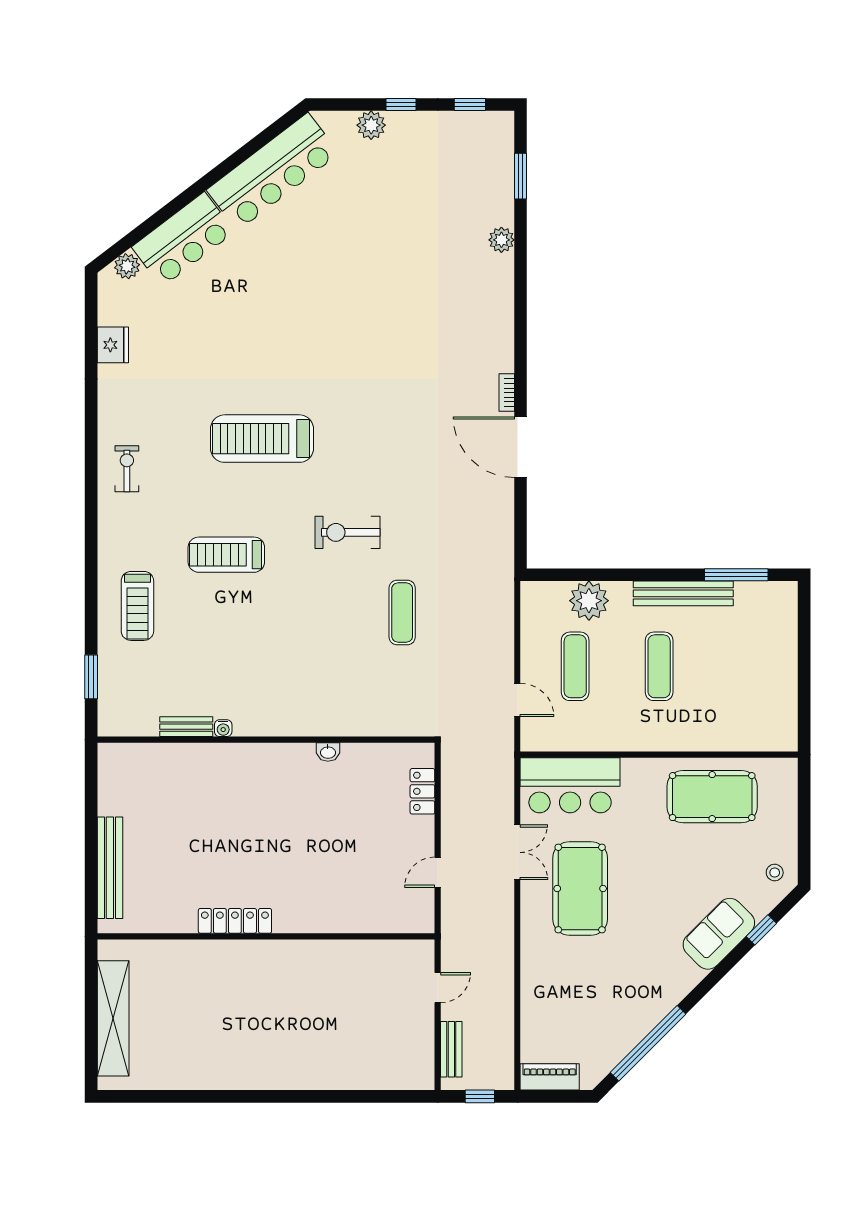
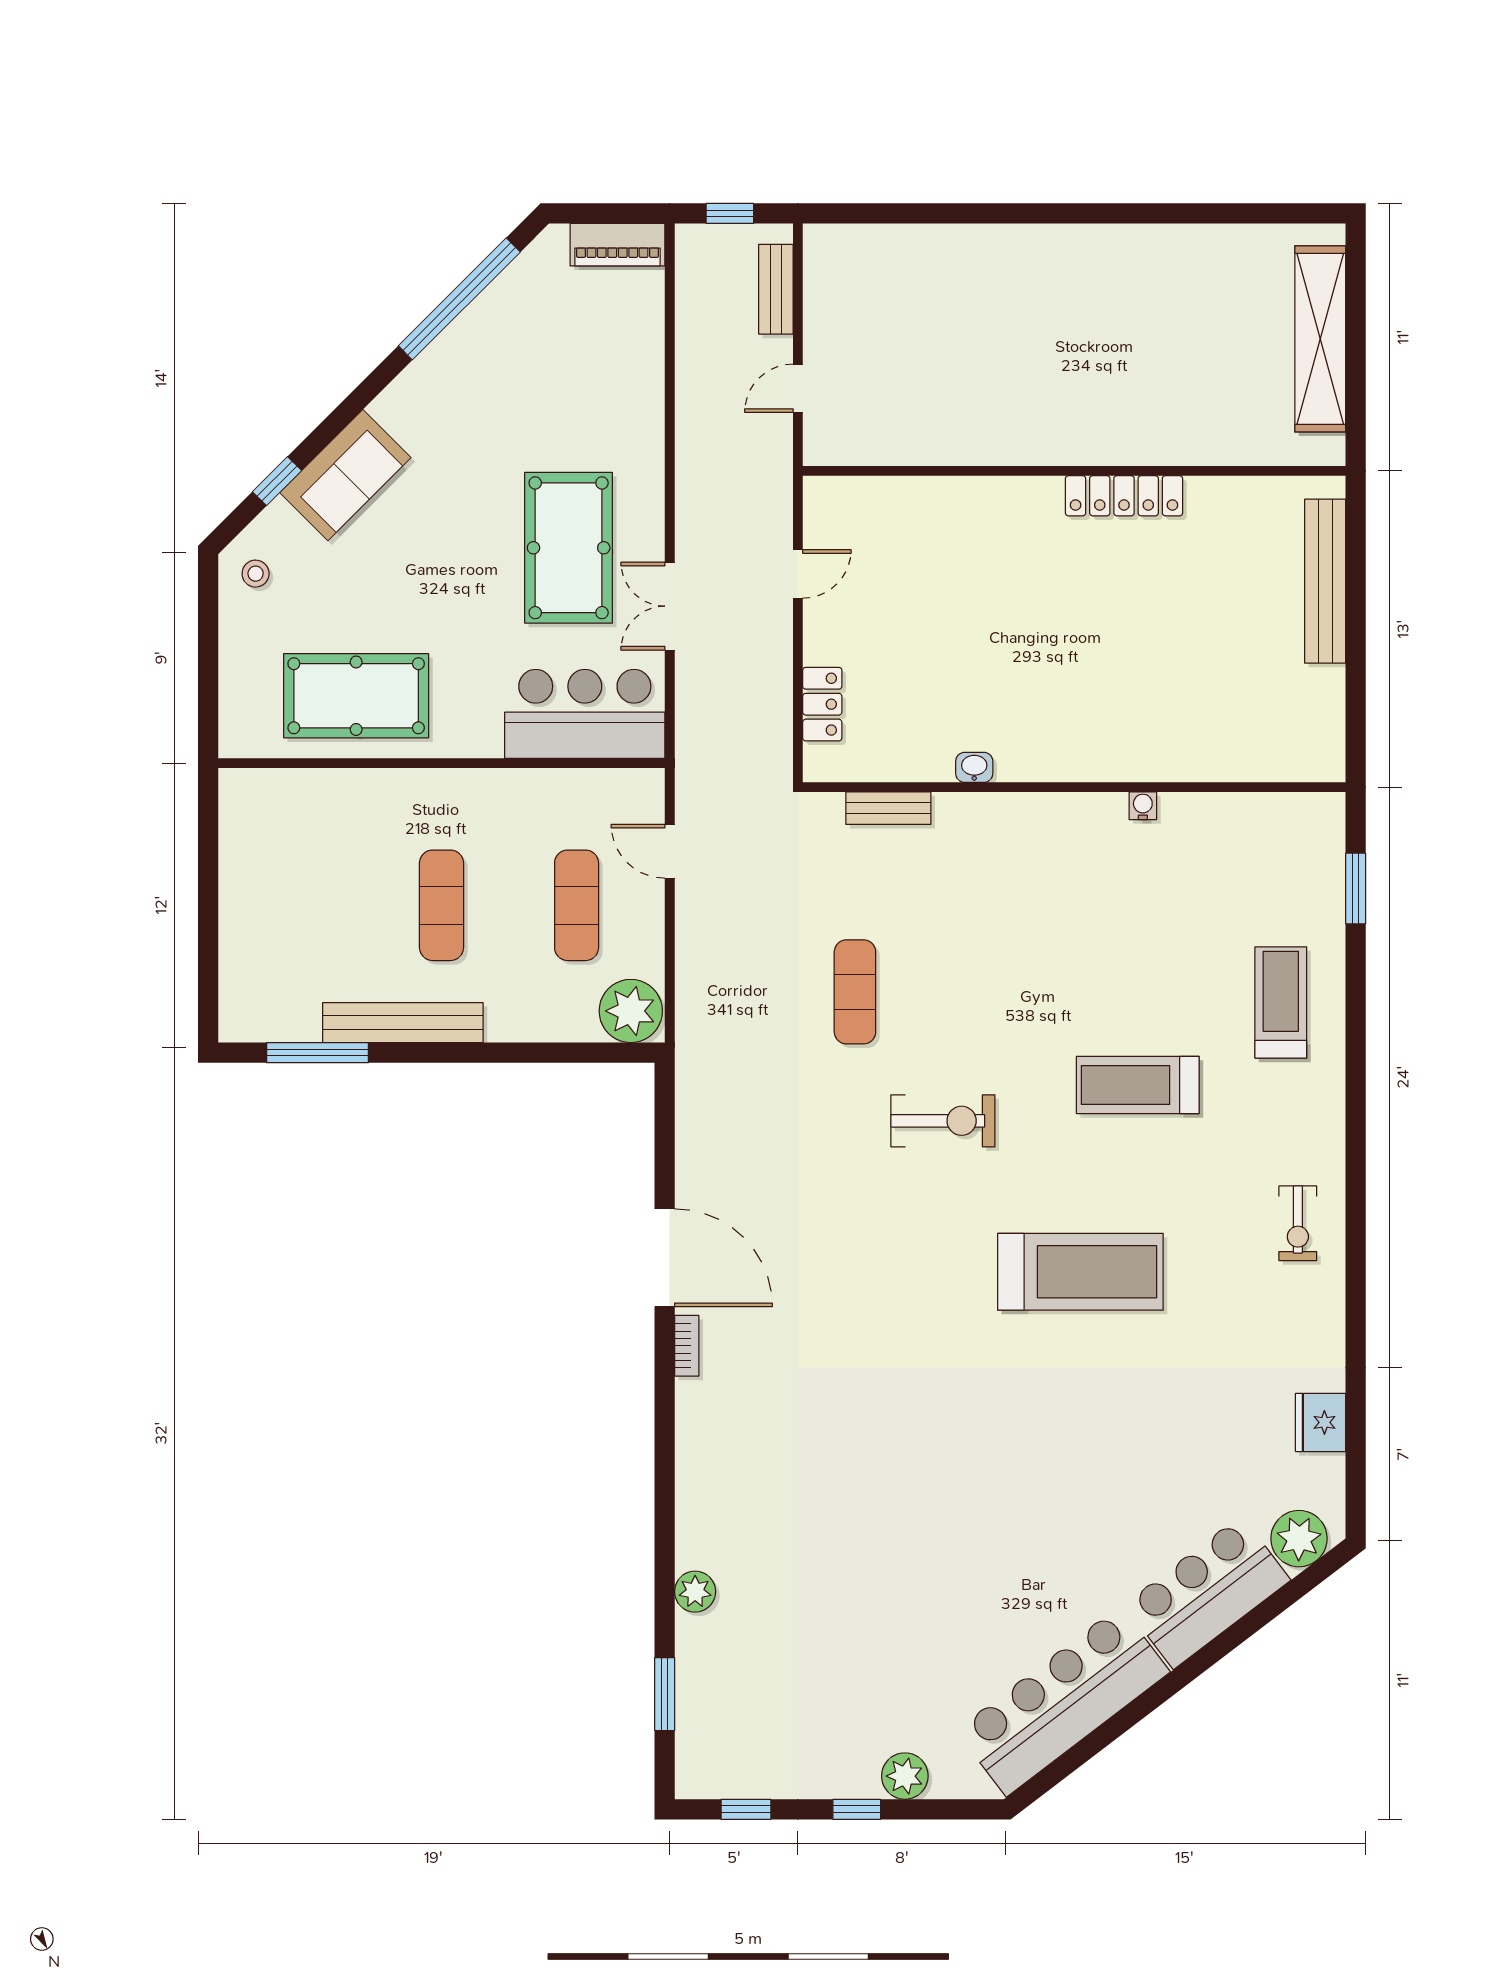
plant: (127, 266) -> (1299, 1539), width x1.36, depth x1.36
treadmill: (226, 555) -> (1138, 1085), turned 180
plant: (589, 601) -> (631, 1011), moved
bench: (186, 727) -> (888, 808), moved

